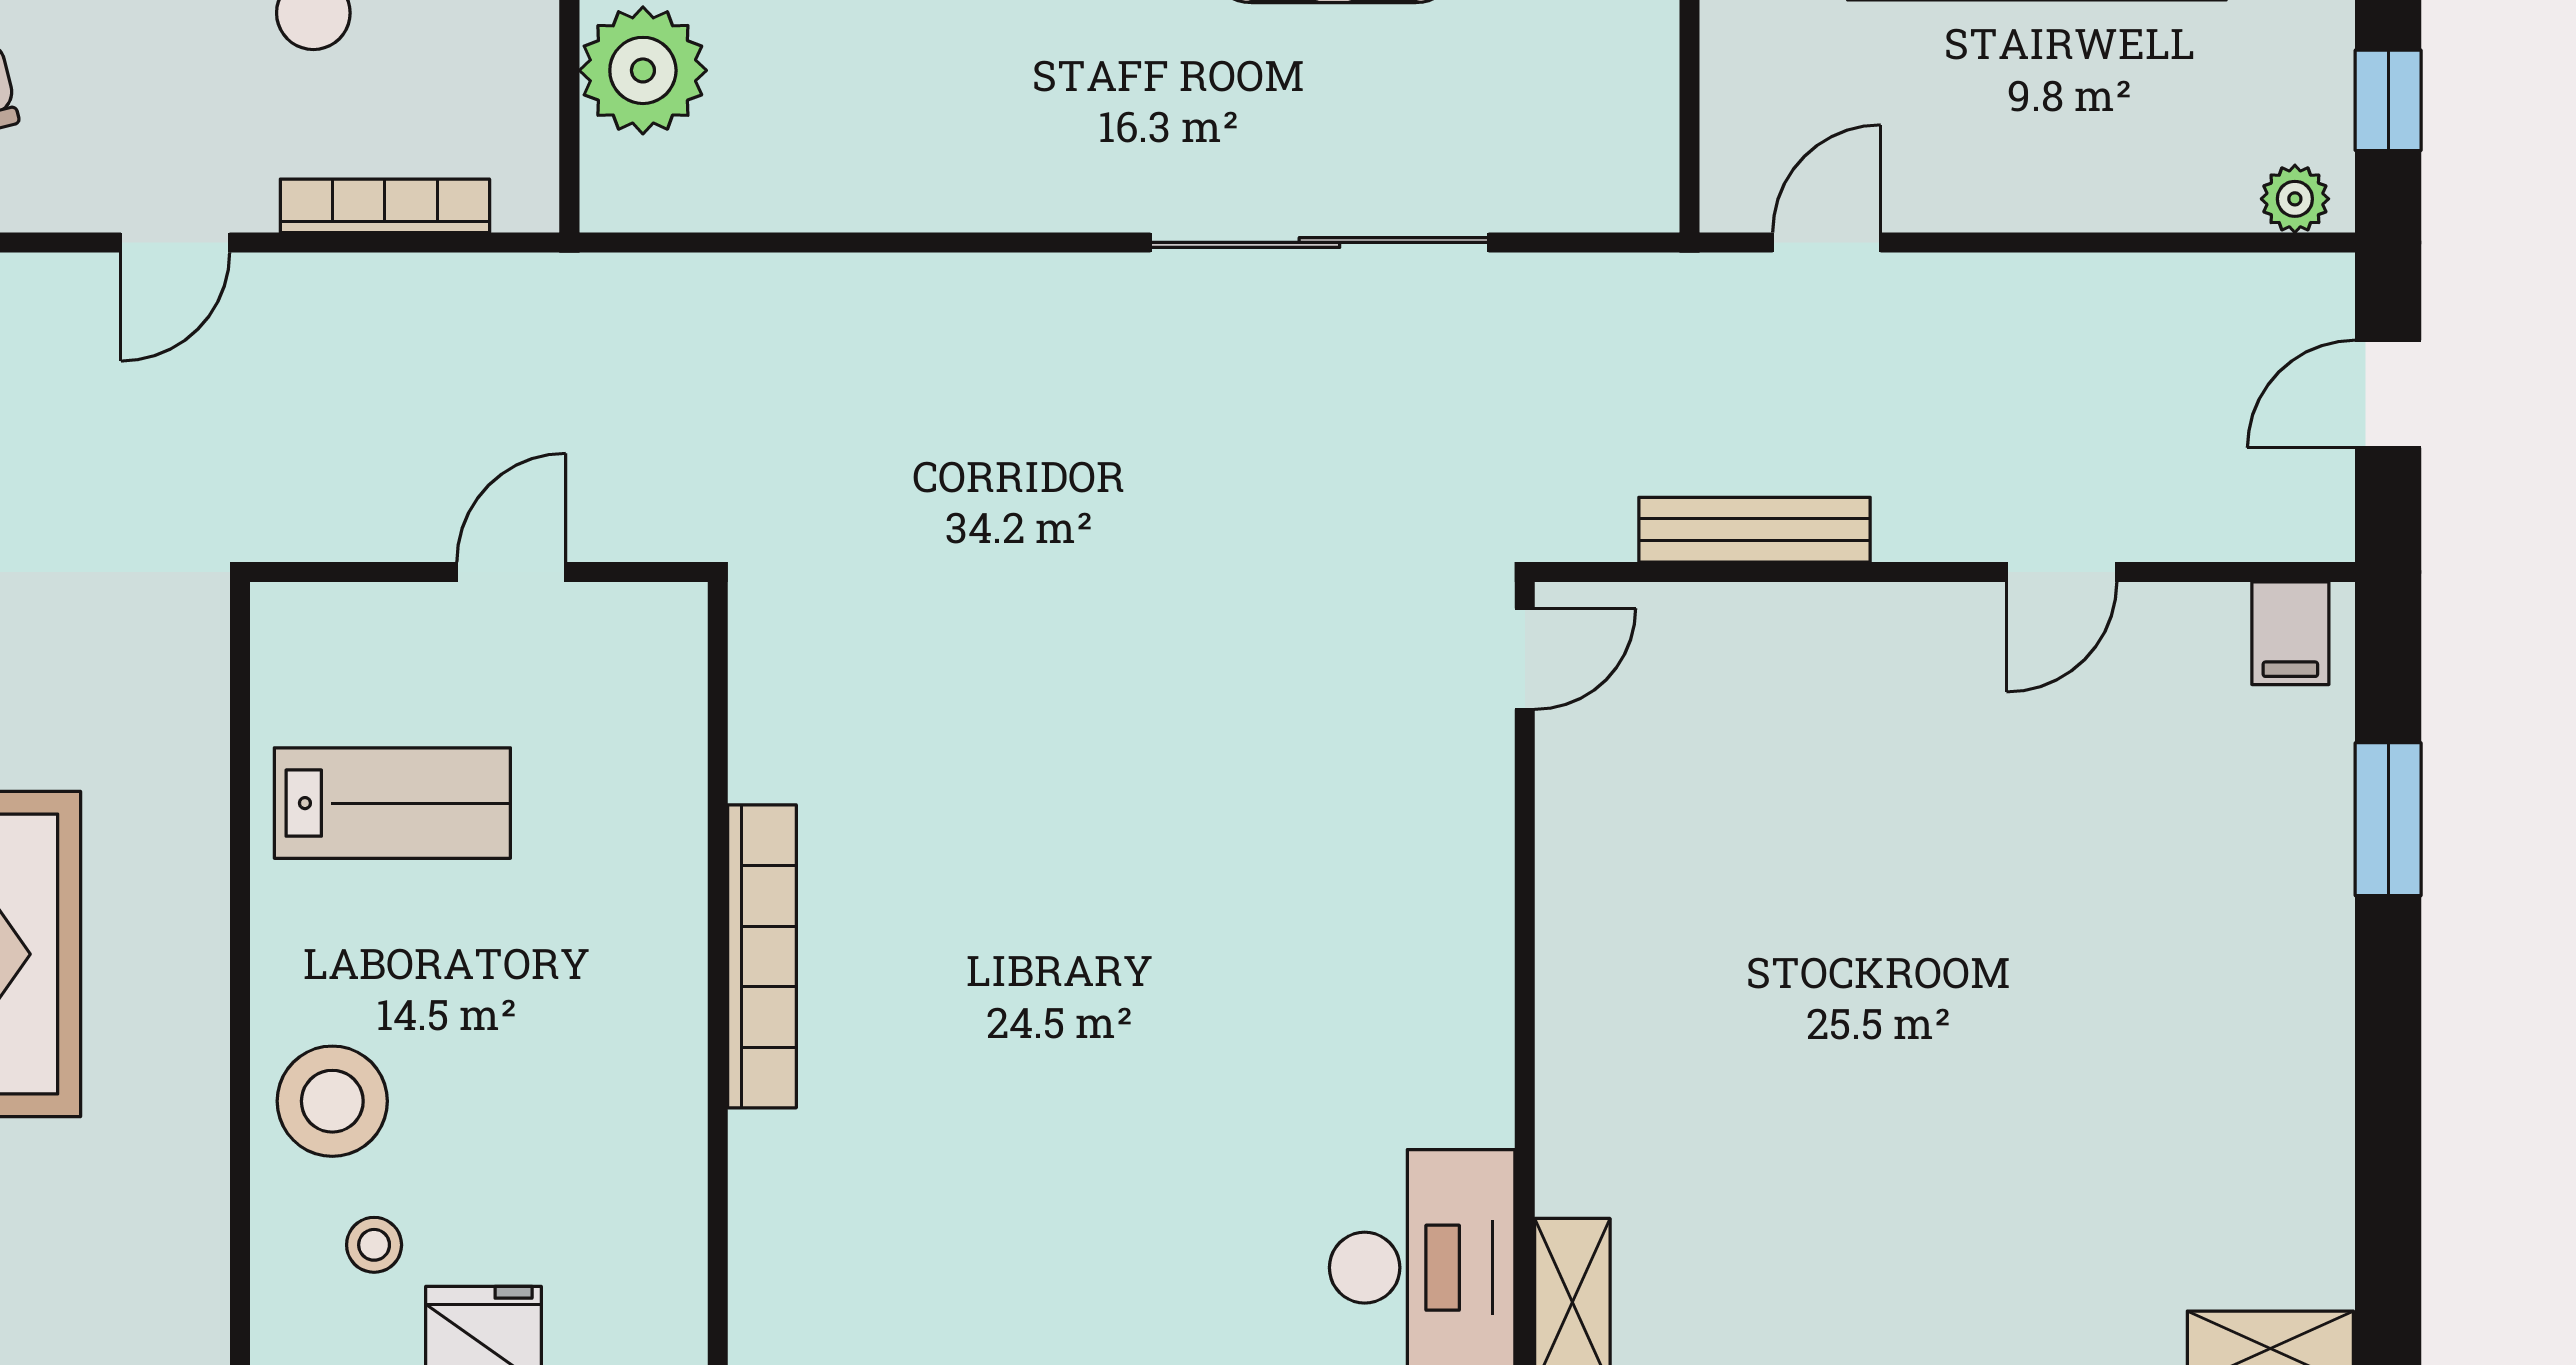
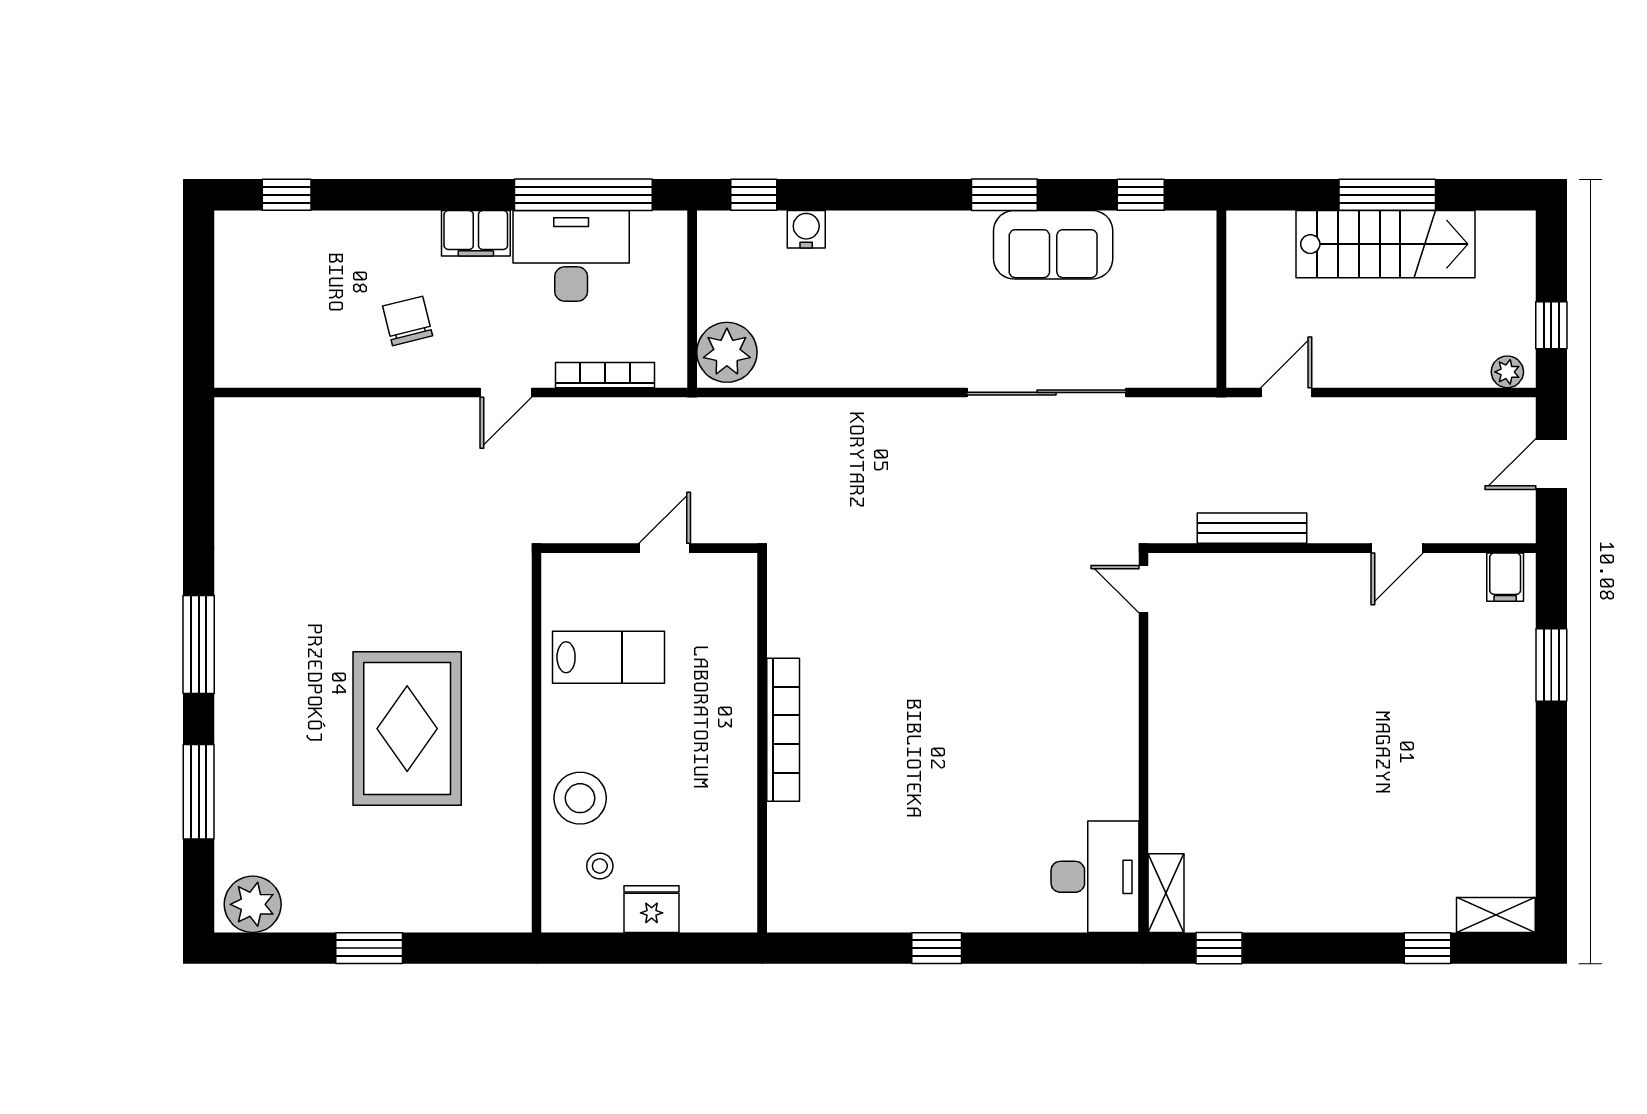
plant: (643, 70) -> (727, 352), moved
door: (1525, 659) -> (1144, 589), swing flipped

